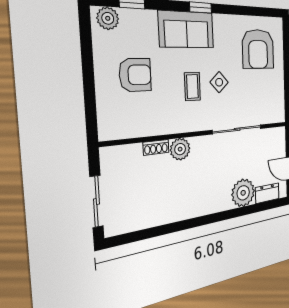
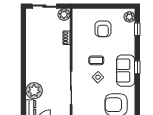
sofa: (187, 30) -> (126, 71), moved
plant: (180, 149) -> (64, 15), moved

